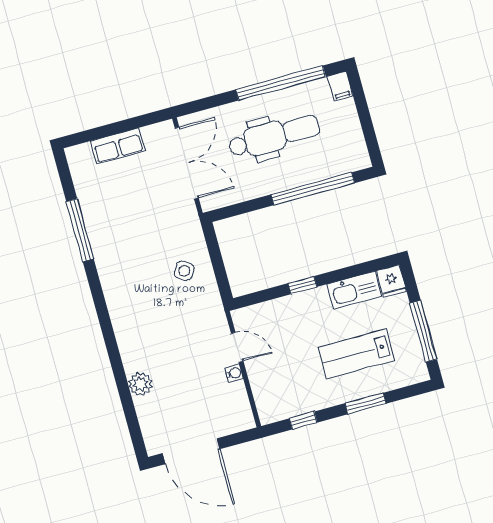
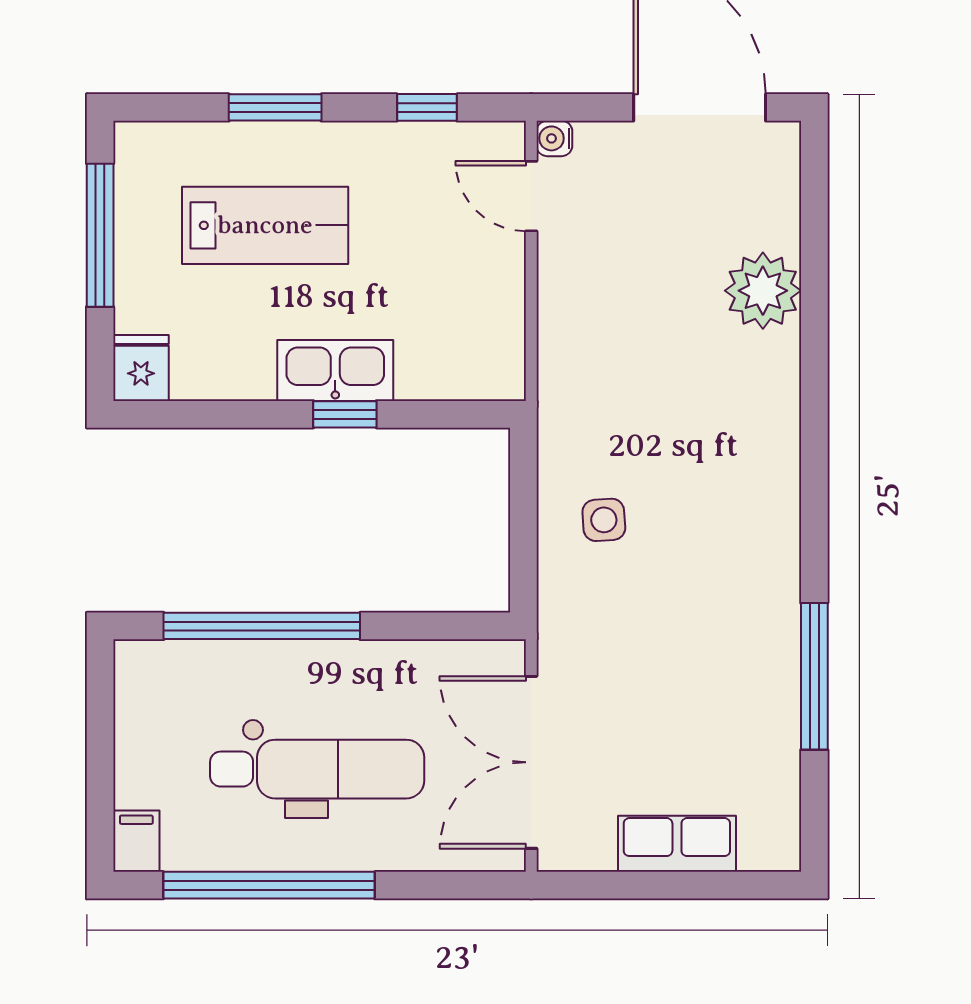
dental chair: (274, 136) -> (317, 769), turned 180
side table: (184, 271) -> (604, 520), turned -38
kitchen sink: (354, 290) -> (335, 371), moved
door: (237, 347) -> (531, 196), moved
water cooler: (234, 373) -> (554, 138), moved
plant: (140, 384) -> (763, 291), width x1.36, depth x1.36

